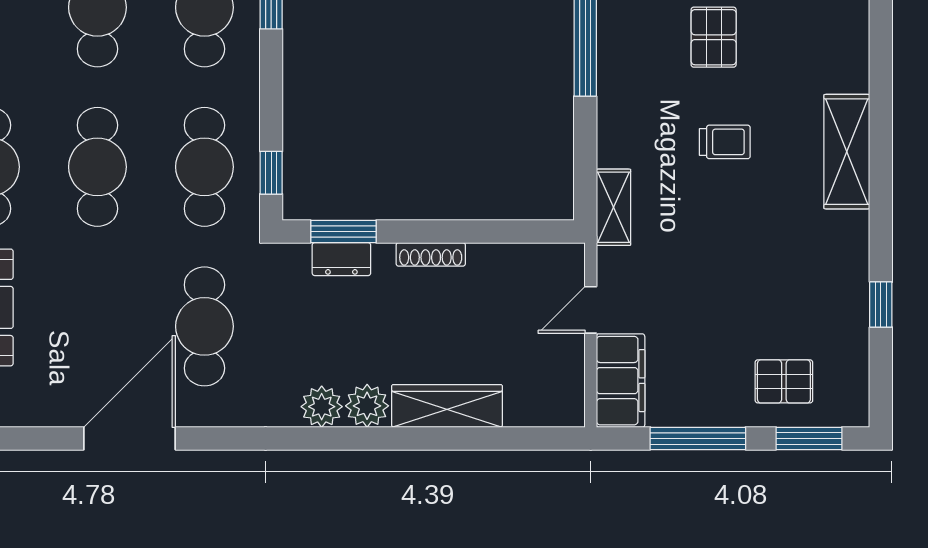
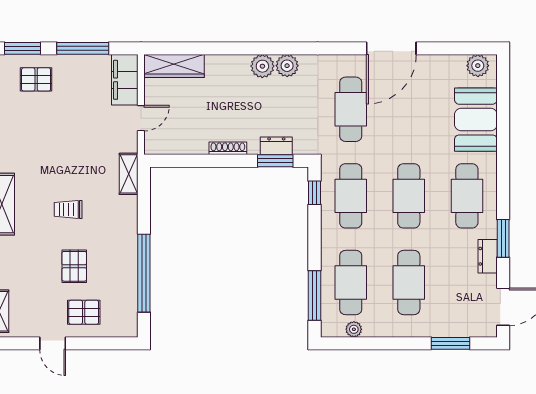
wardrobe: (447, 406) -> (174, 66), moved

